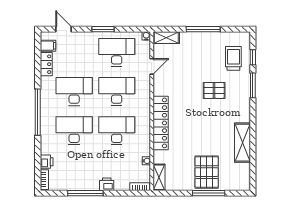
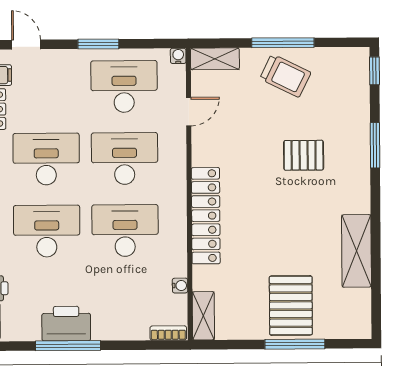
window: (253, 57) -> (374, 71), moved
trolley: (233, 58) -> (285, 76), moved, turned 116
printer: (107, 184) -> (66, 324), moved, width x1.87, depth x1.48

